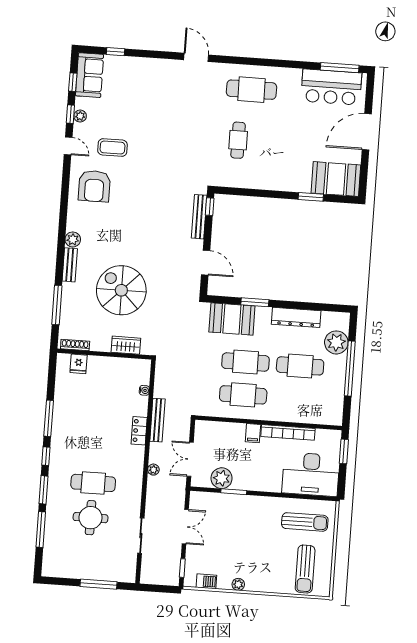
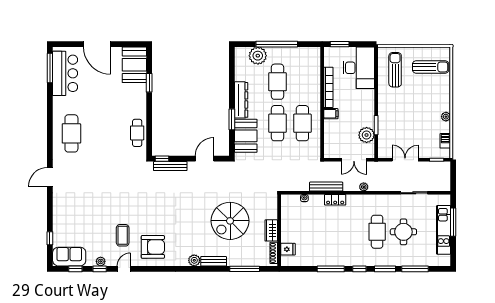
cafe table: (238, 140) -> (137, 133), moved, turned 90
dresser: (296, 317) -> (241, 100), moved
wardrobe: (126, 345) -> (271, 230), moved
kitchen unit: (89, 571) -> (444, 230), added

